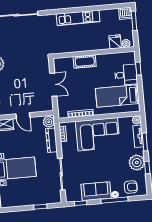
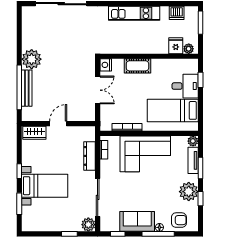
dishwasher: (125, 13) -> (177, 13), moved
nightstand: (58, 63) -> (106, 65), added
door: (23, 116) -> (58, 124), swing flipped
plant: (49, 122) -> (88, 225), moved

